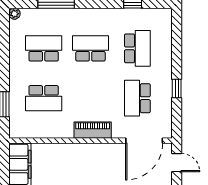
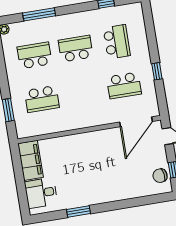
school desk: (137, 98) -> (124, 85), turned -90
piano: (93, 130) -> (89, 120), removed

